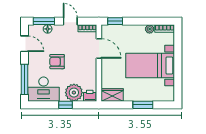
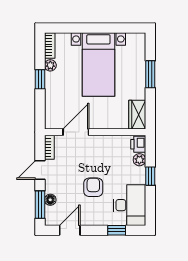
window: (115, 21) -> (40, 79), moved
armchair: (57, 62) -> (93, 187), turned 180
window: (25, 79) -> (117, 230), width x0.46
plant: (74, 93) -> (139, 160), width x0.53, depth x0.53

